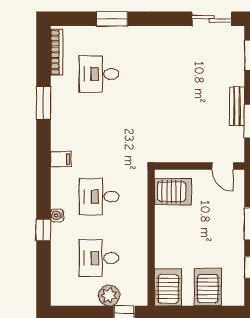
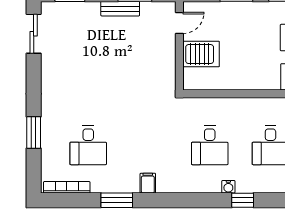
filing cabinet: (61, 159) -> (148, 183), moved
server rack: (173, 192) -> (201, 54), moved, turned 90

